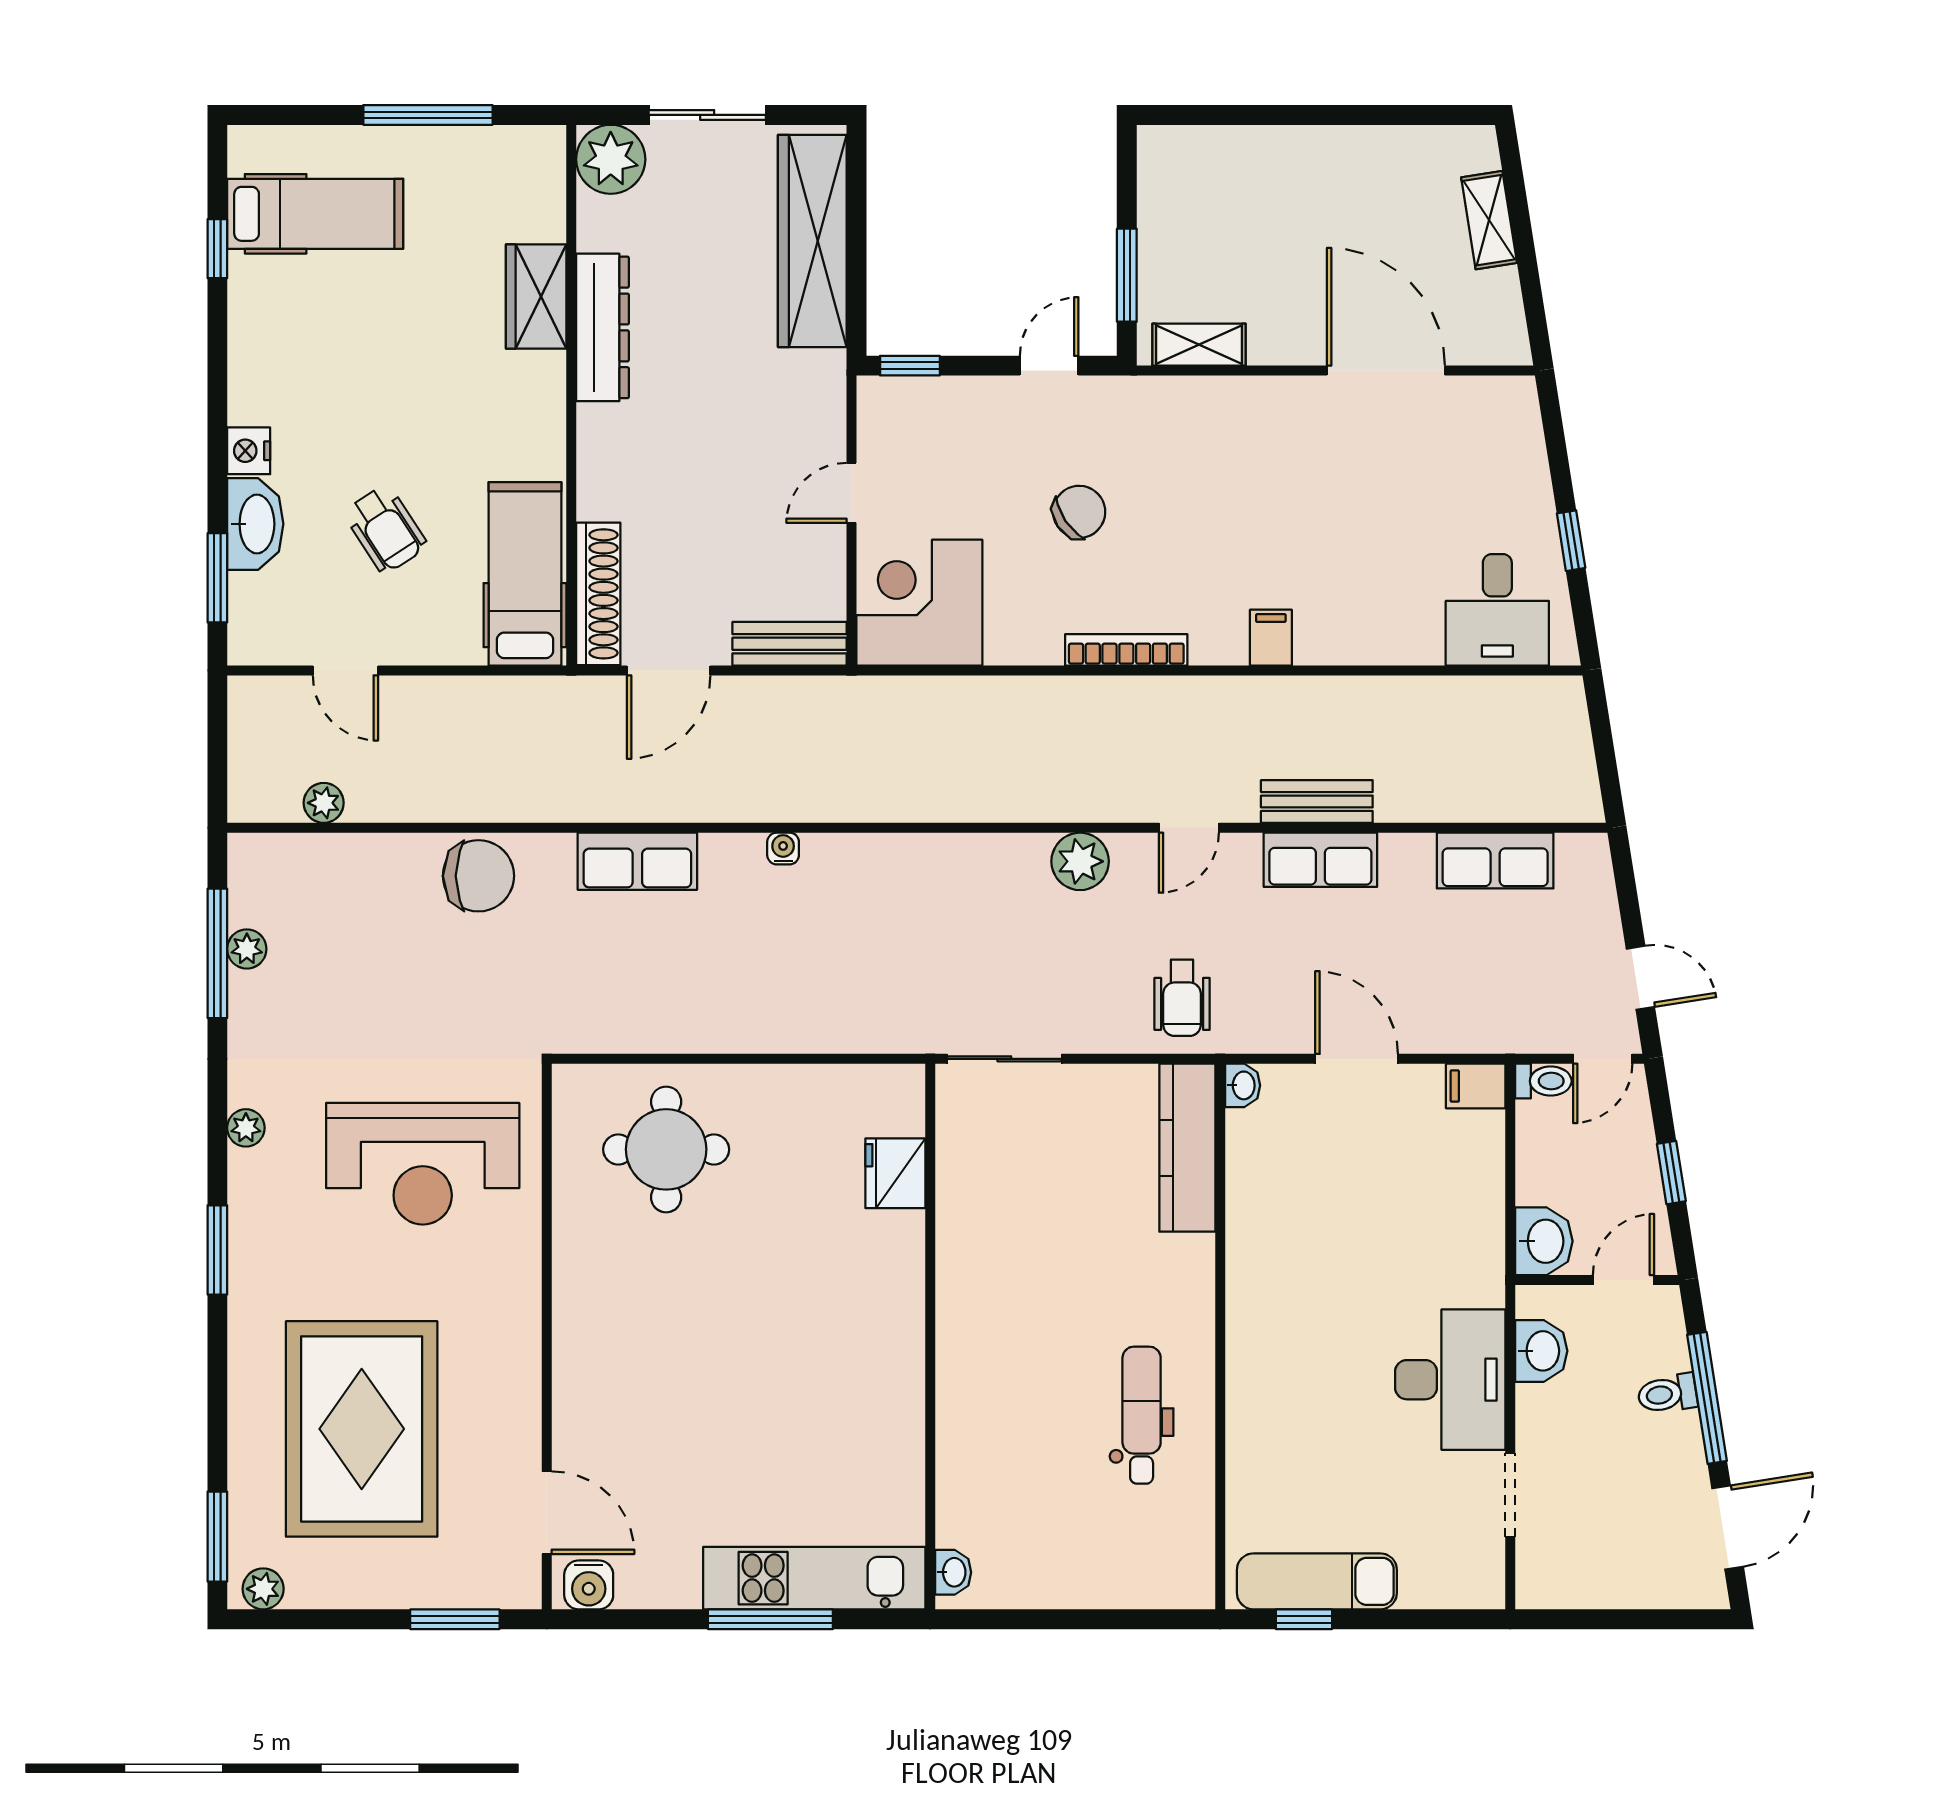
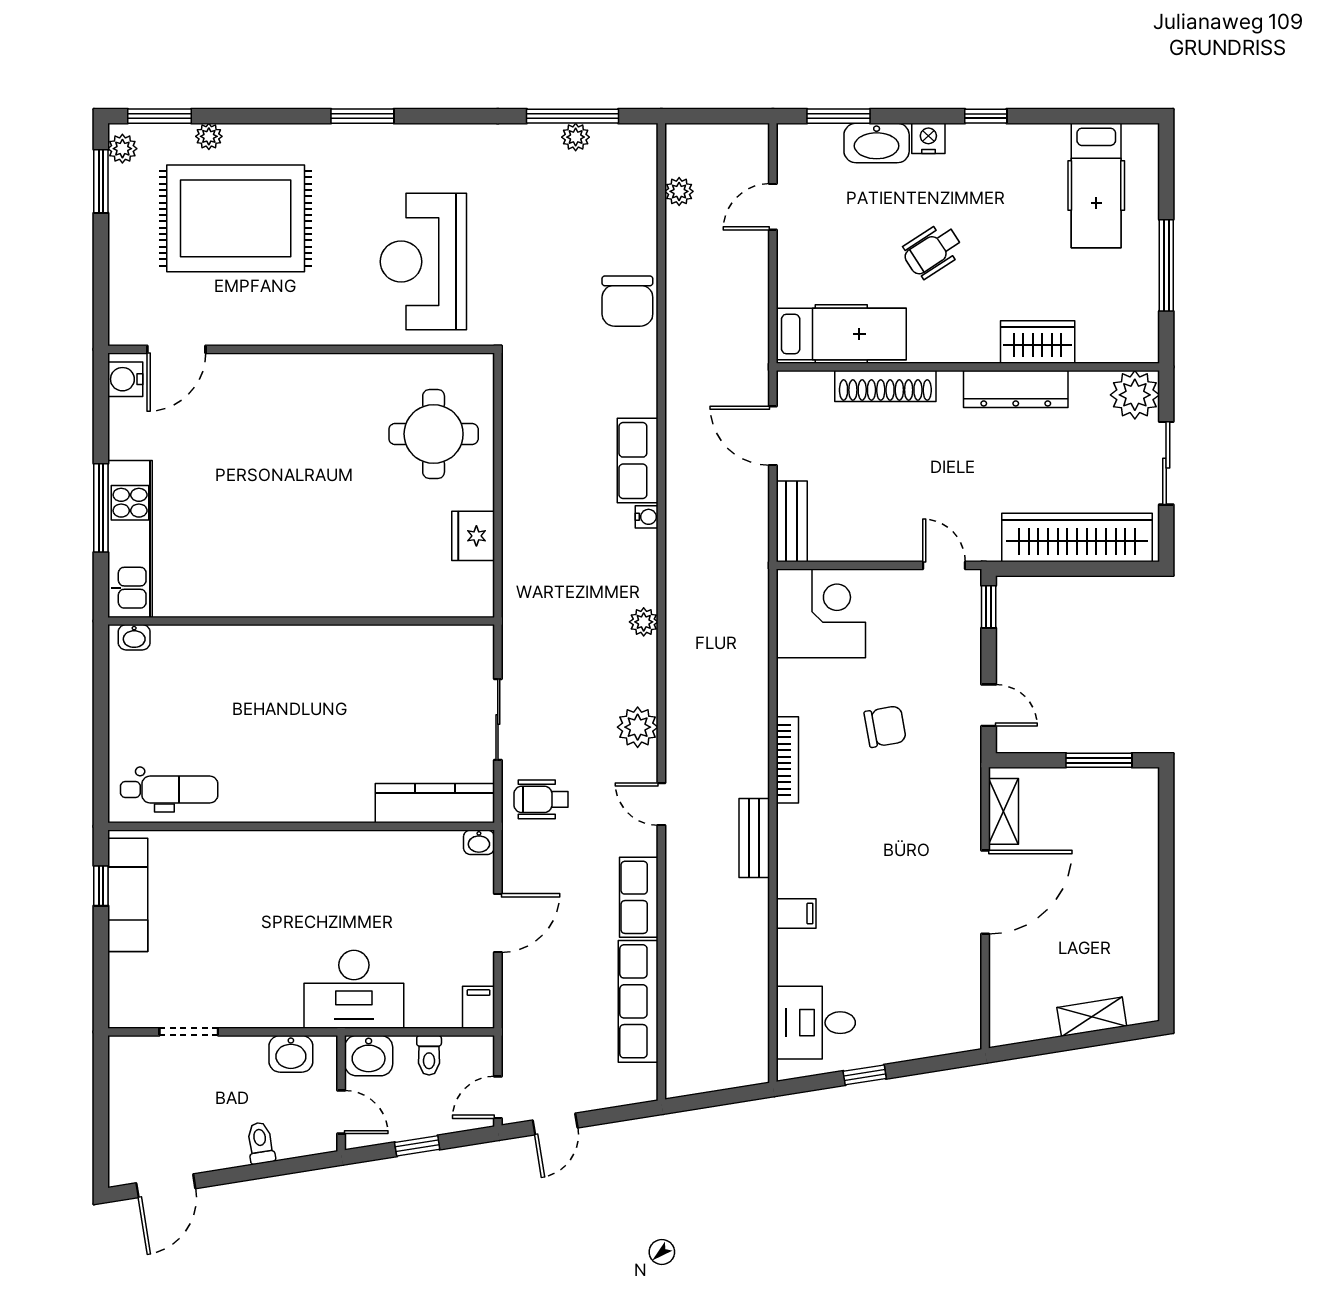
window: (217, 249) -> (986, 116), moved
window: (1127, 275) -> (1099, 760), moved
door: (1386, 371) -> (985, 892), moved
door: (852, 493) -> (944, 565), moved
chair: (1079, 512) -> (885, 726), turned -66
wheelchair: (385, 529) -> (932, 251), moved
shoe rack: (598, 594) -> (885, 386), moved
filing cabinet: (1271, 638) -> (796, 913), moved
bench: (1317, 802) -> (754, 838), moved
plant: (932, 853) -> (644, 622), added
row of seats: (637, 861) -> (638, 461), moved
row of seats: (1495, 861) -> (638, 1001), width x1.48
sliding door: (1004, 1059) -> (498, 719), moved
door: (1603, 1059) -> (498, 1097), hinge flipped
toilet: (1543, 1081) -> (429, 1055), moved
plant: (246, 1128) -> (209, 136), moved
fridge: (895, 1173) -> (473, 536), moved, turned -90
desk: (1450, 1380) -> (354, 989), moved
window: (1707, 1398) -> (258, 1171), removed
dental chair: (1142, 1415) -> (169, 789), moved
door: (1728, 1527) -> (166, 1186), hinge flipped
window: (455, 1619) -> (101, 181), moved

